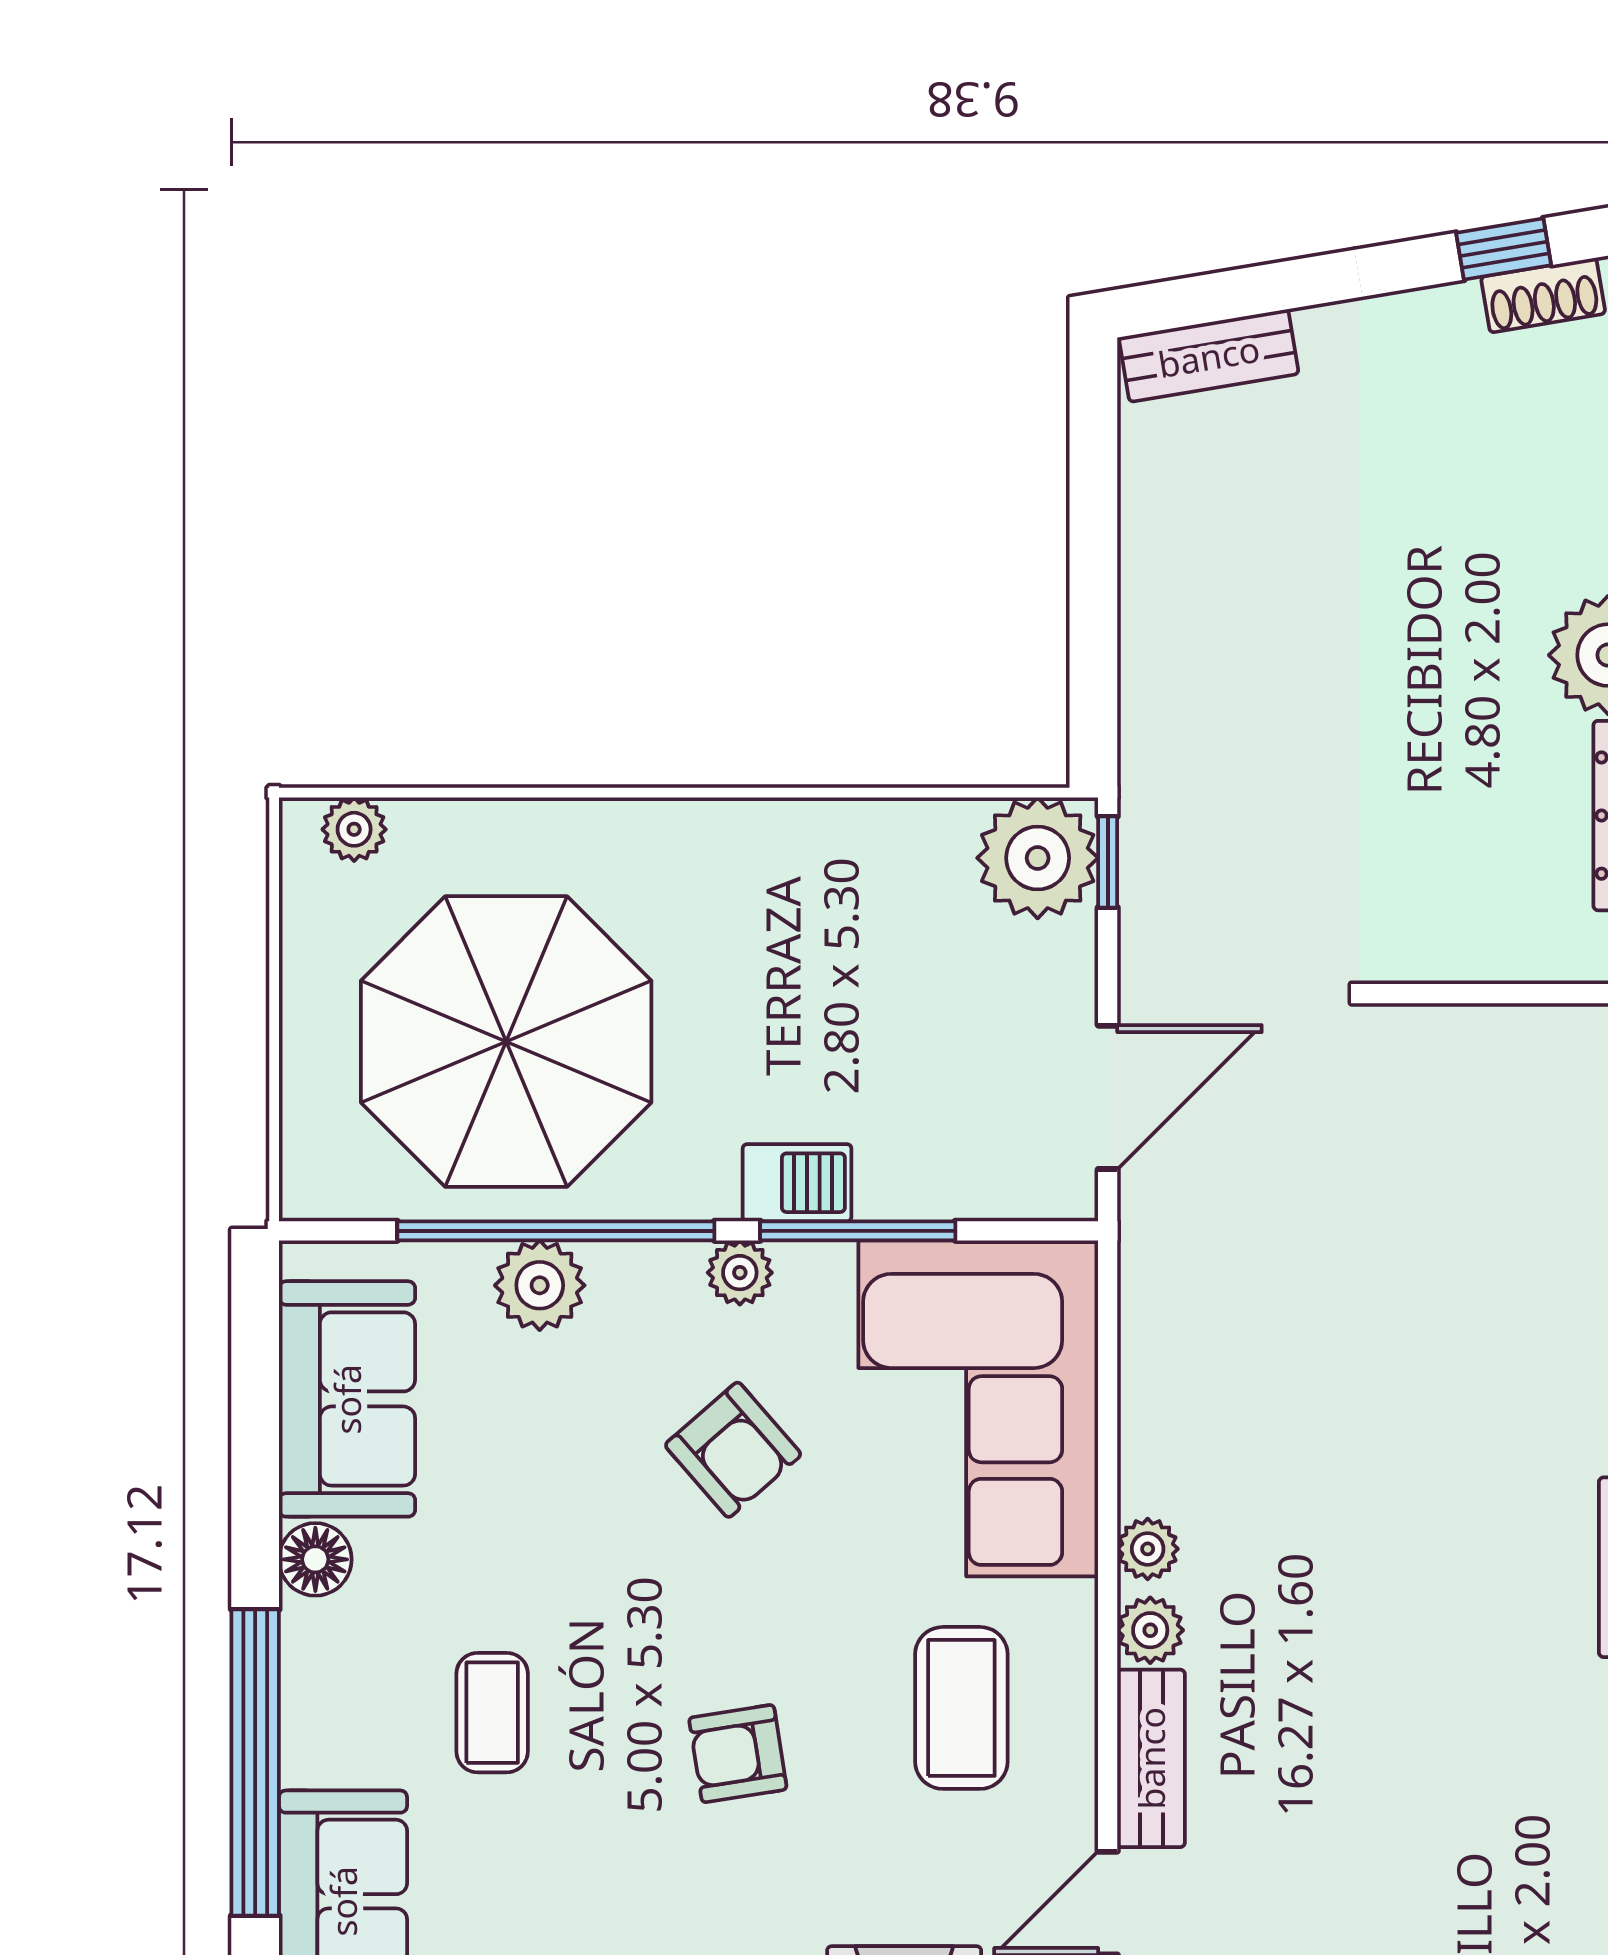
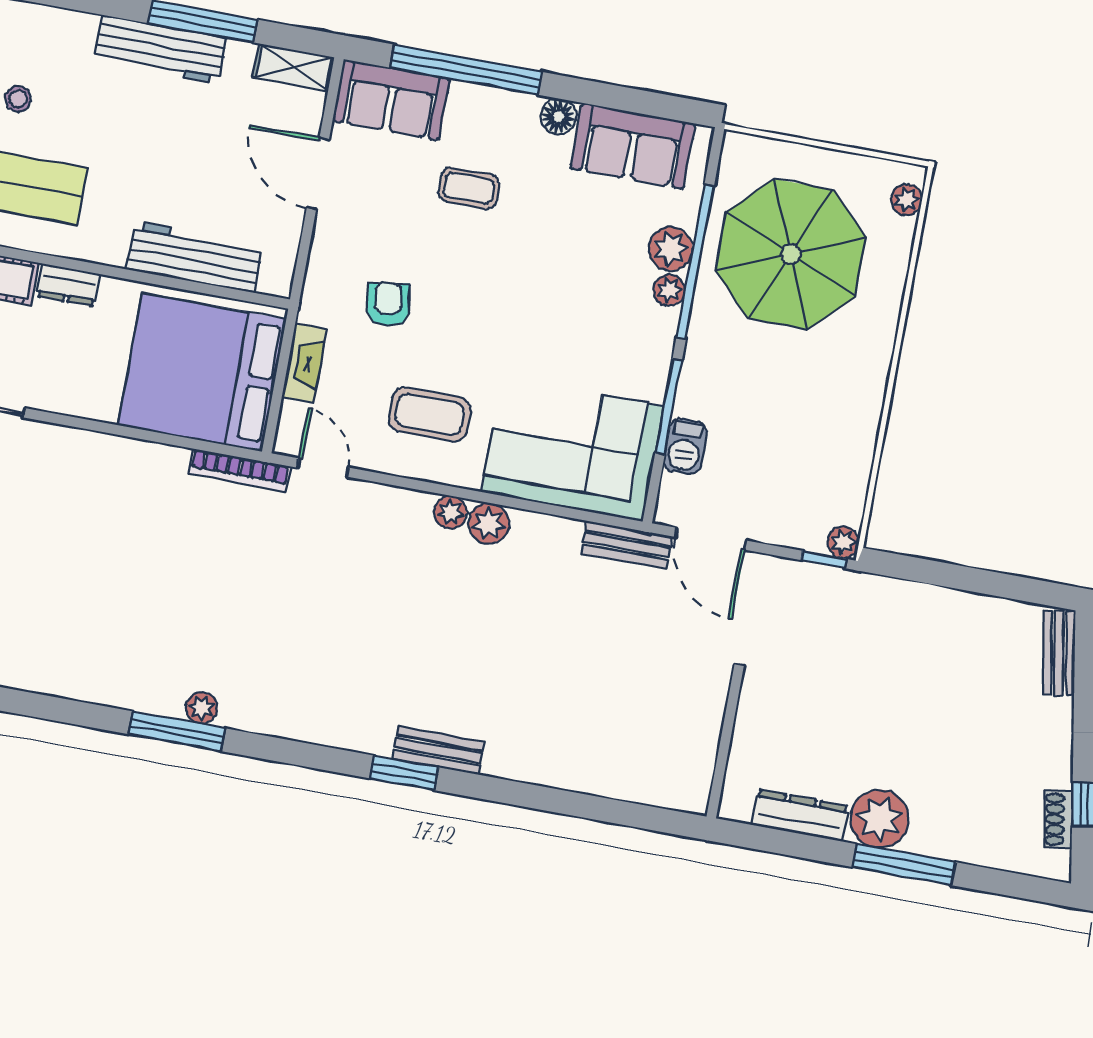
plant: (1038, 858) -> (843, 542), width x0.53, depth x0.53
barbecue: (797, 1183) -> (685, 446), moved
plant: (740, 1273) -> (669, 290), moved
armchair: (733, 1450) -> (574, 327), removed
plant: (1148, 1549) -> (489, 524), width x1.38, depth x1.38
armchair: (738, 1754) -> (388, 304), moved
bench: (1151, 1758) -> (627, 545), moved

